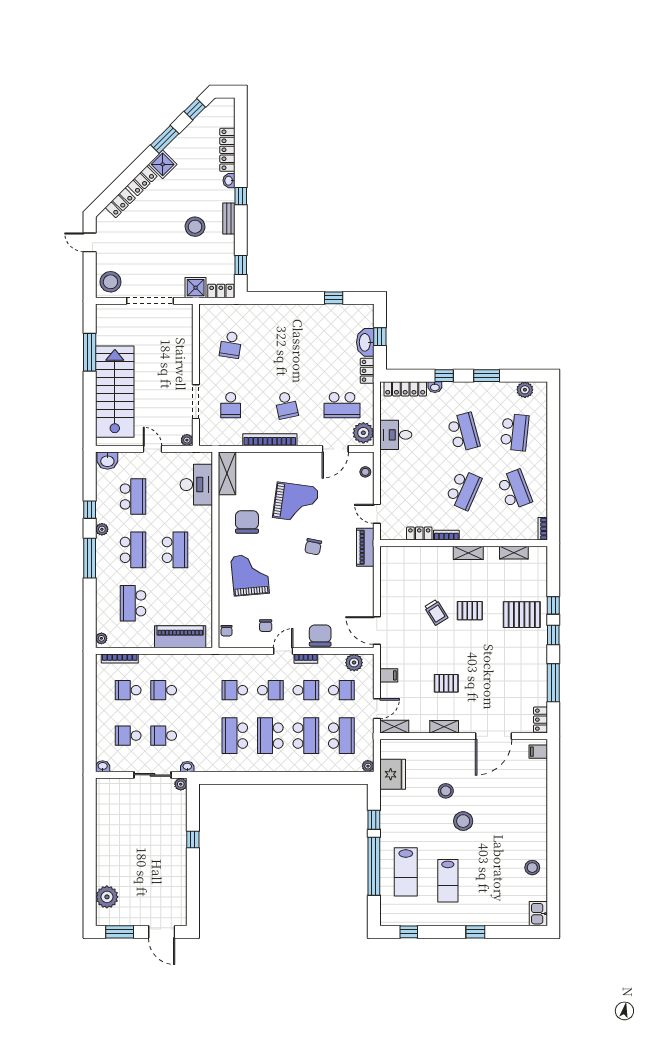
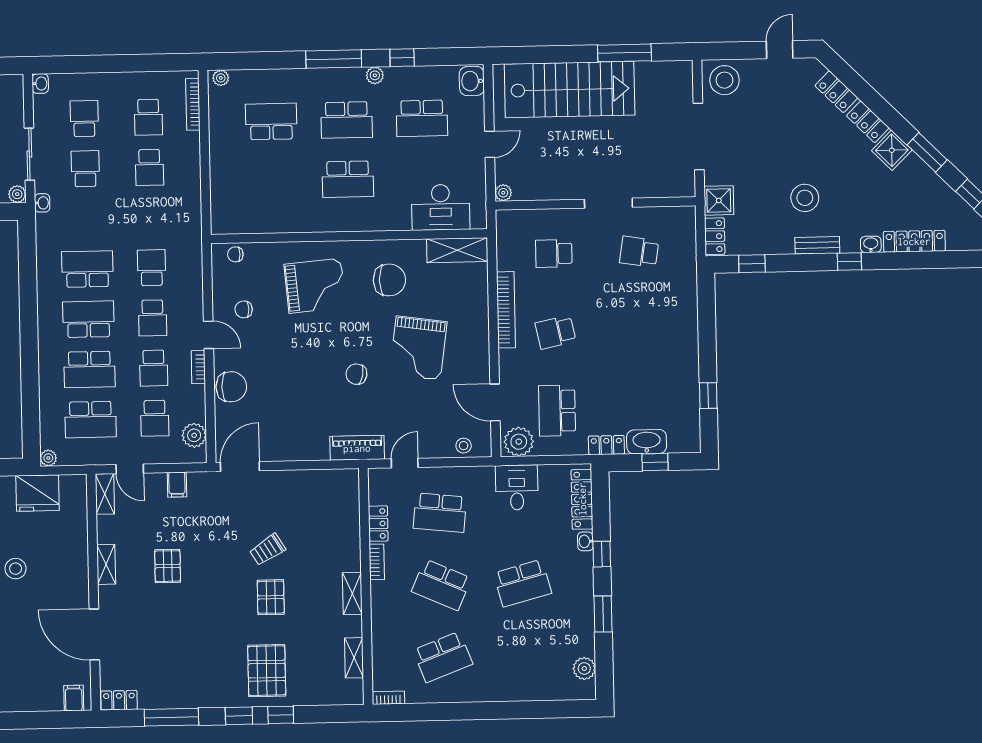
doorway: (196, 402) -> (608, 203), moved
school desk: (515, 432) -> (440, 513), moved
piano: (180, 637) -> (225, 189), removed
school desk: (128, 690) -> (148, 117), turned 180
school desk: (164, 690) -> (149, 167), turned 180

